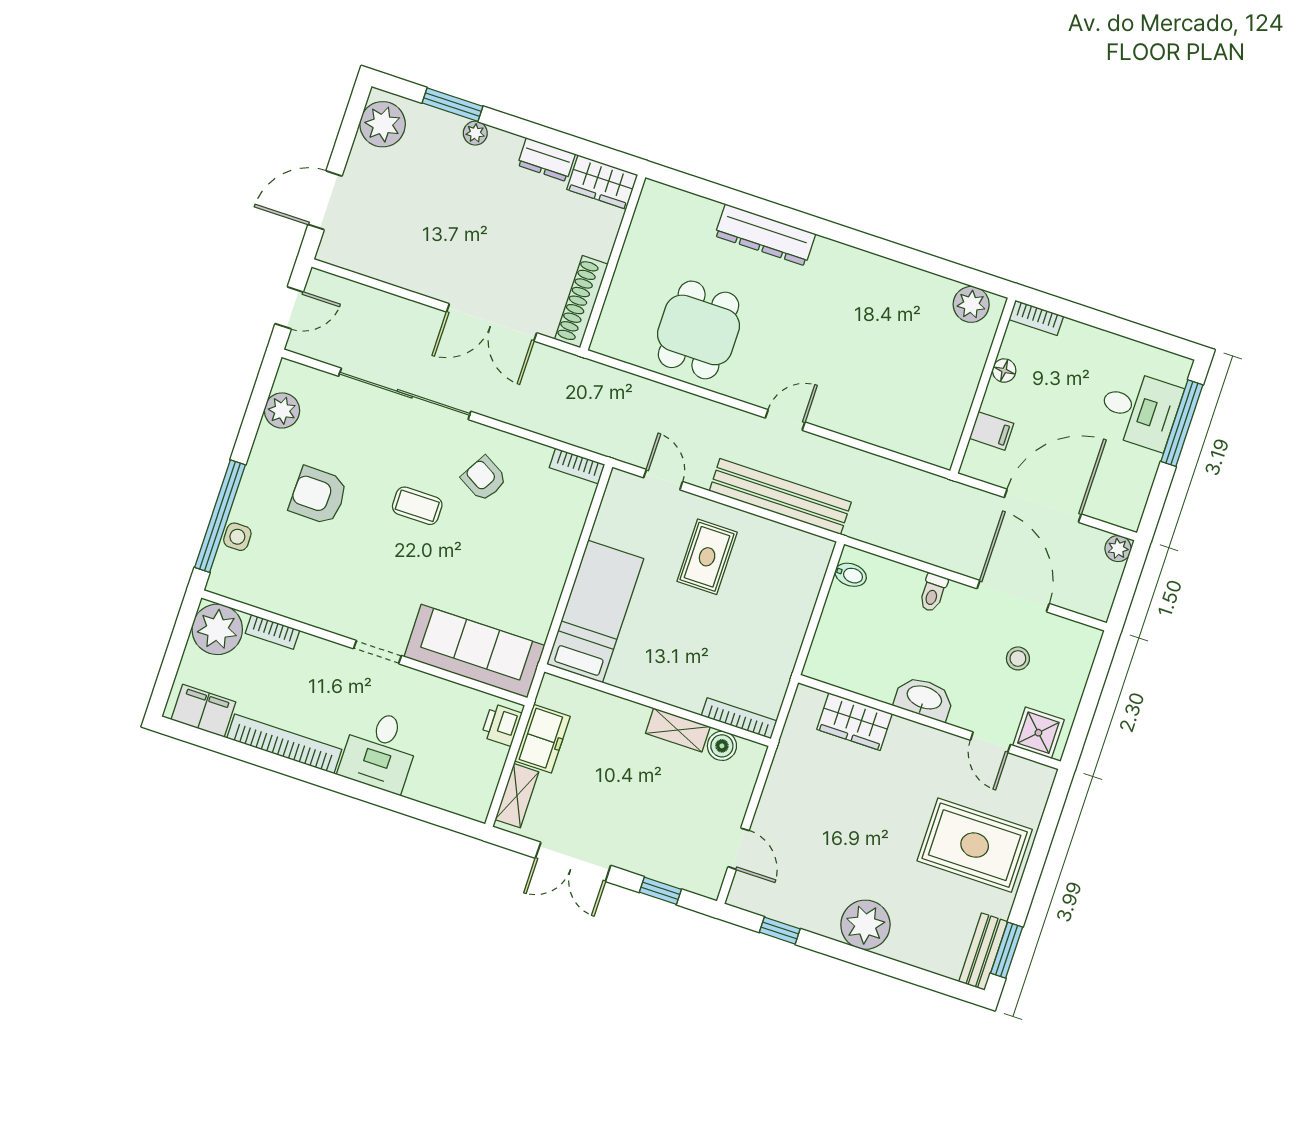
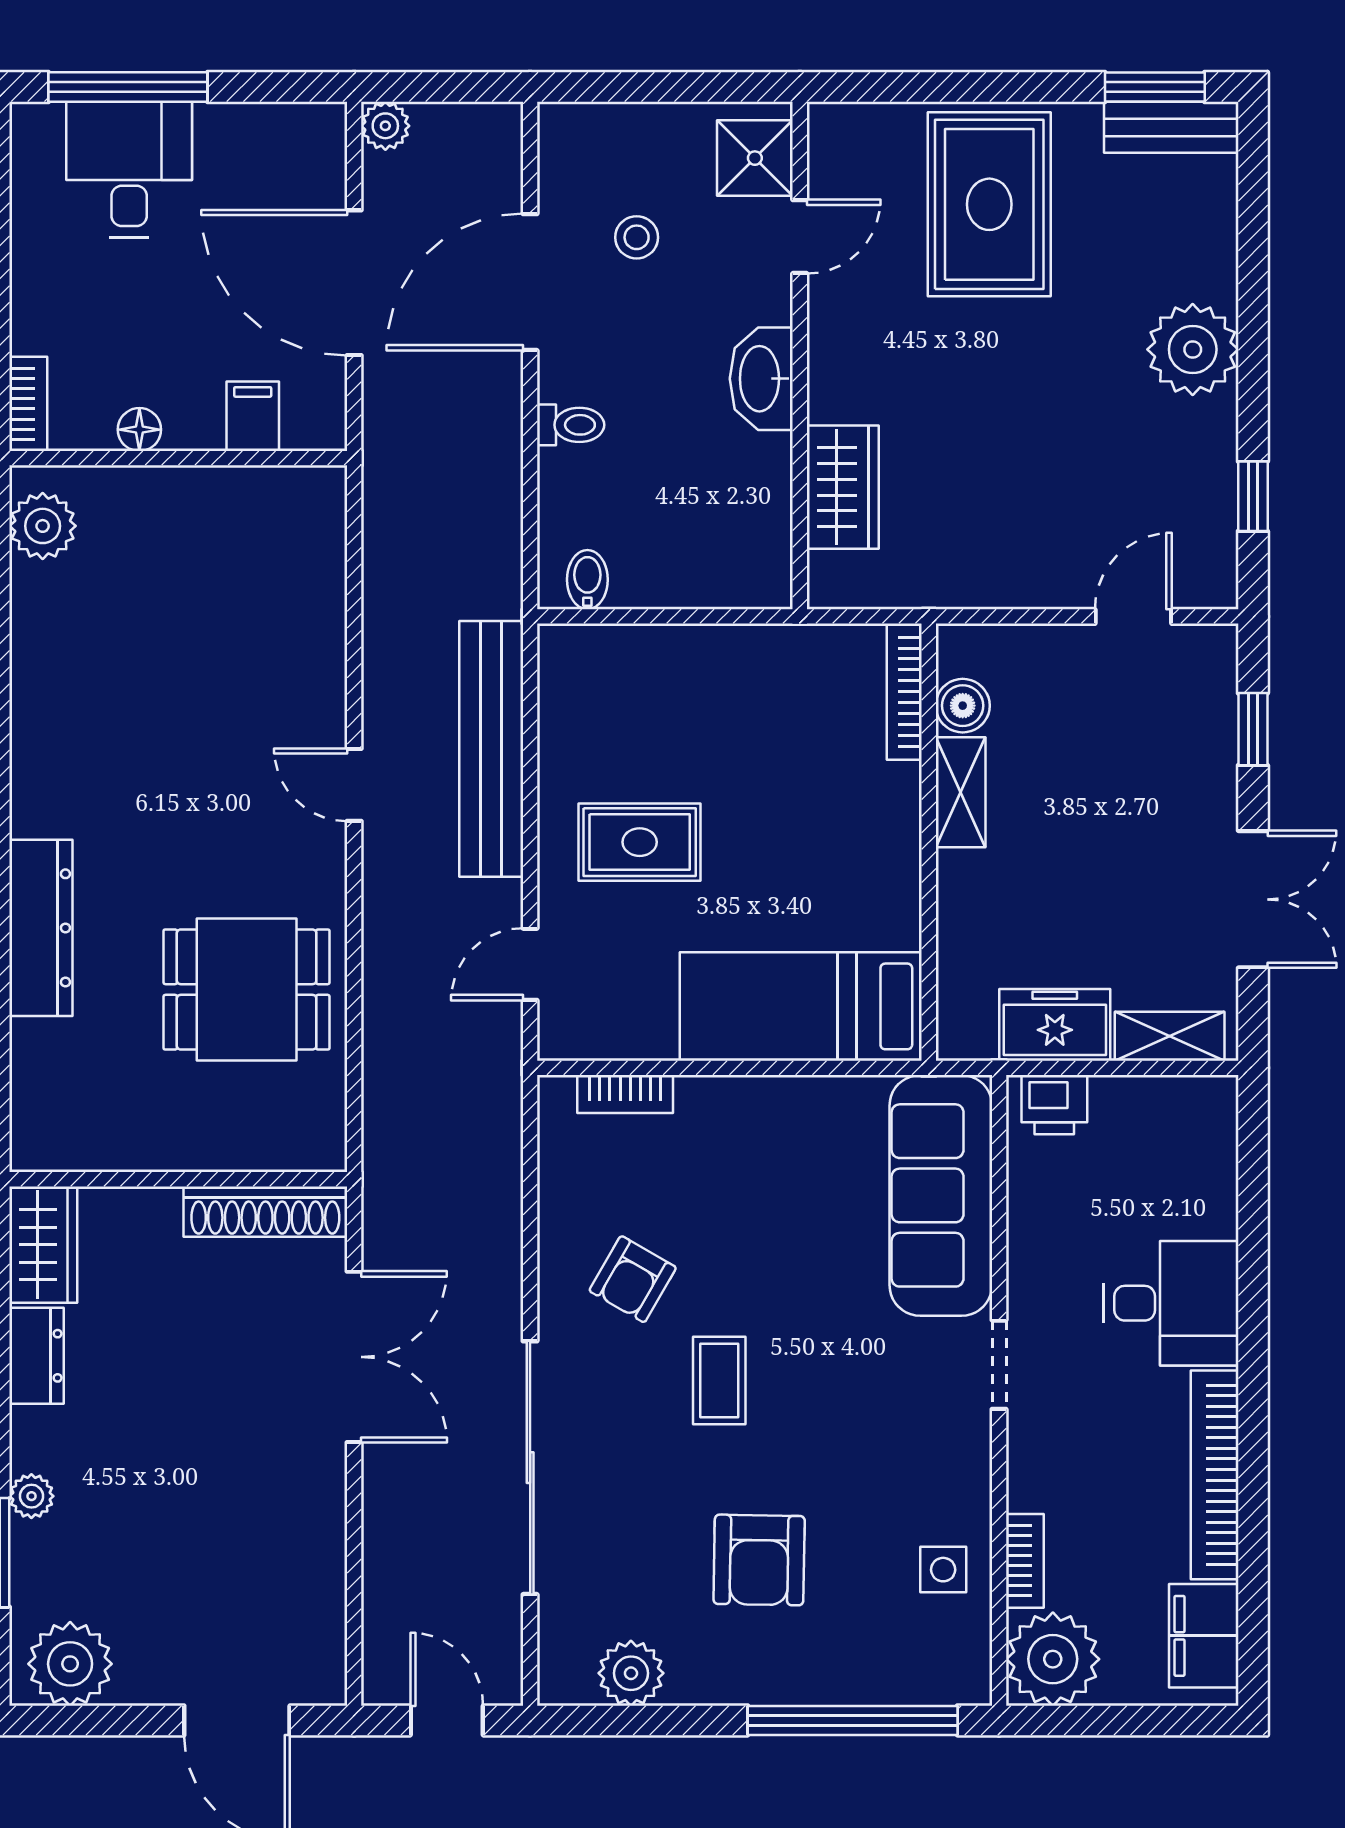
bookcase: (577, 466) -> (625, 1094), moved, turned 90
side table: (237, 537) -> (943, 1570), moved

